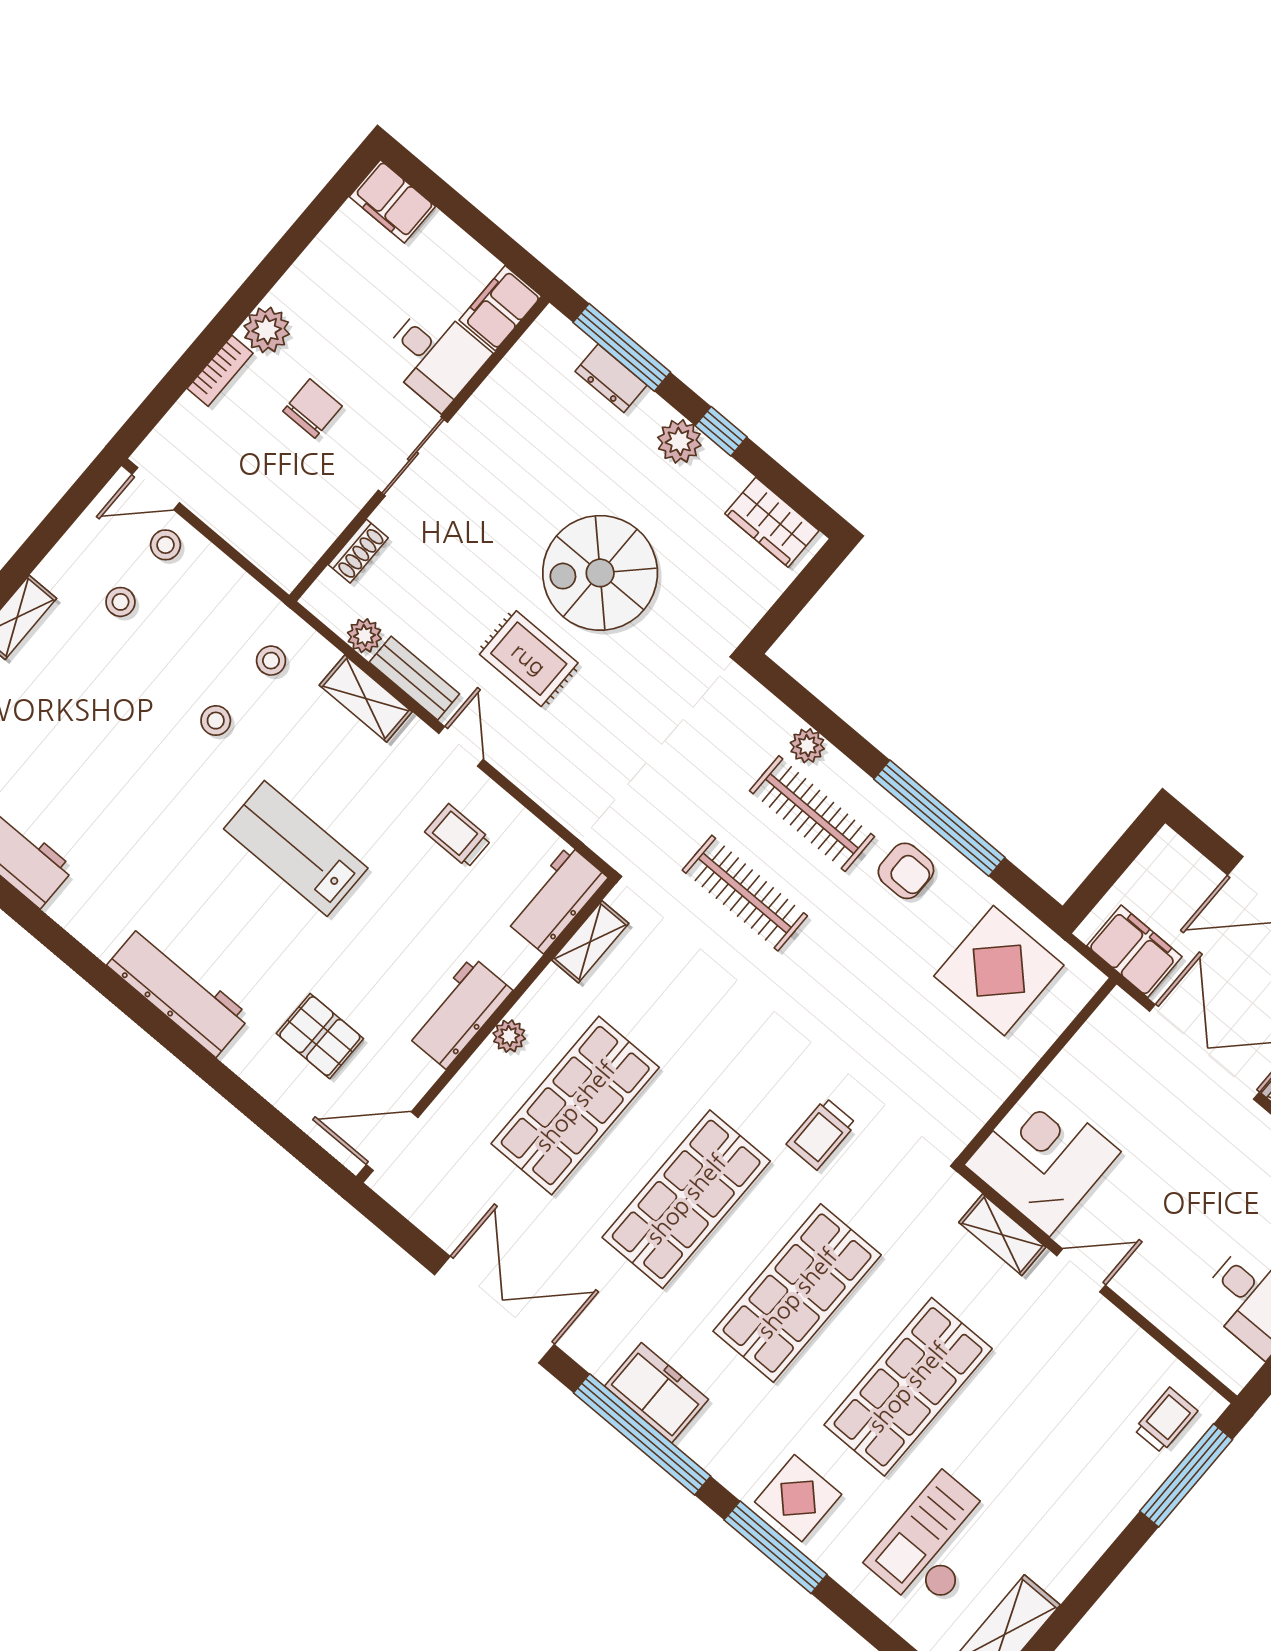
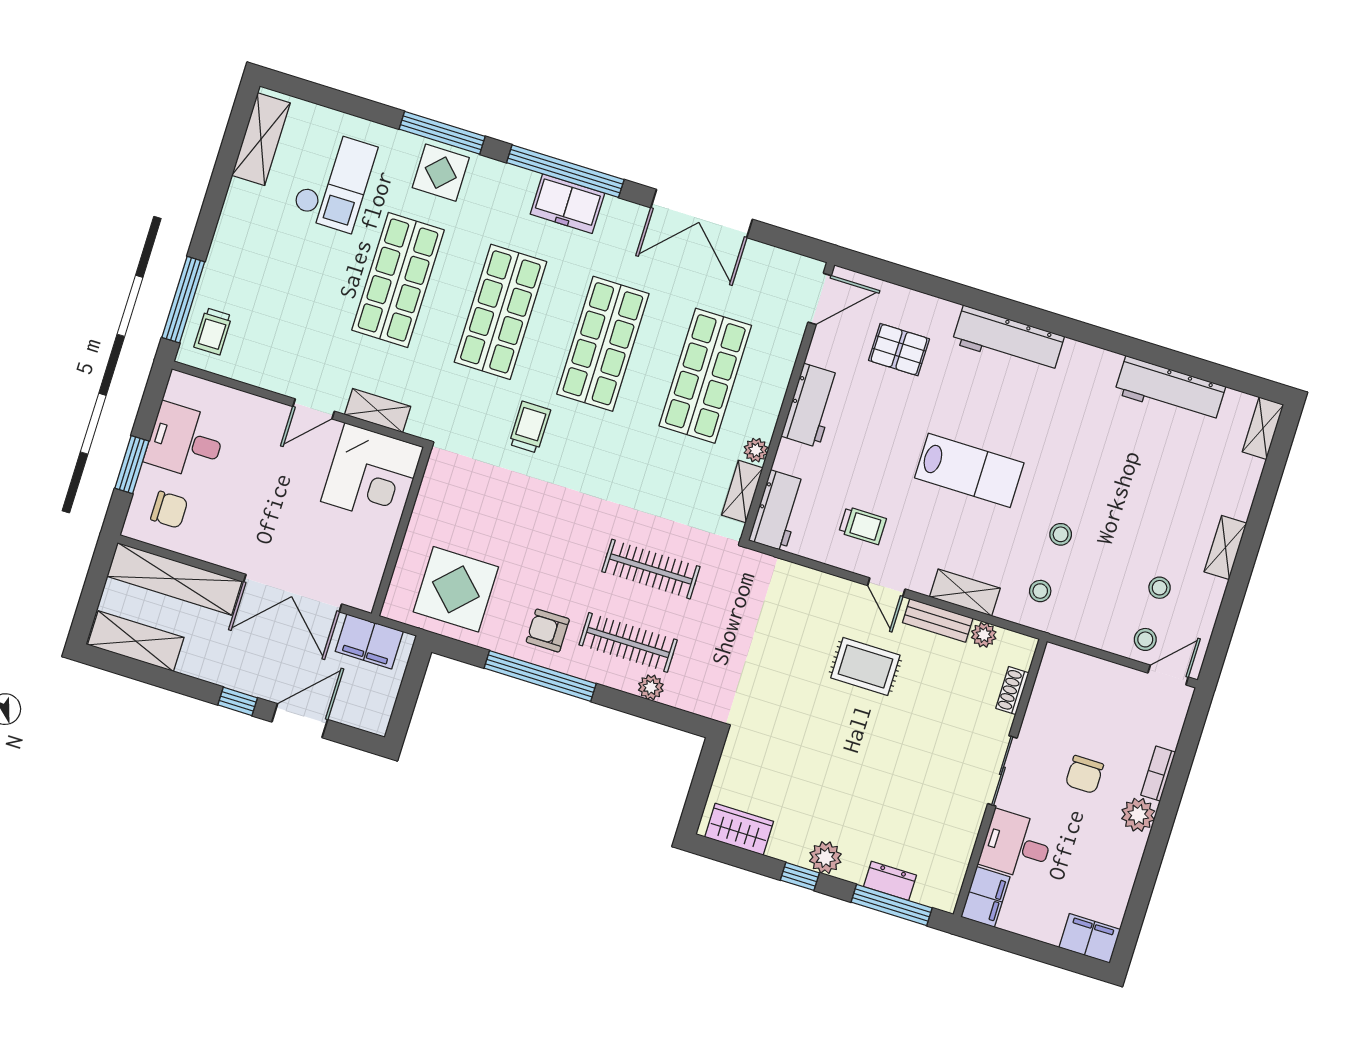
spiral stairs: (600, 573) -> (841, 745), removed
plant: (509, 1036) -> (756, 450), moved

